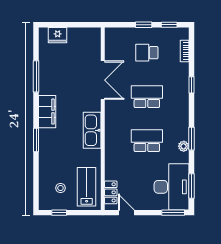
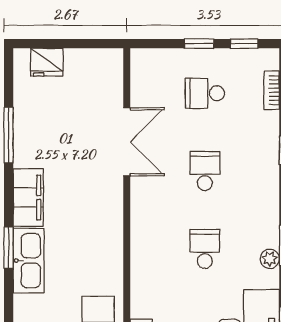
school desk: (147, 97) -> (205, 171), width x0.54
kitchen sink: (92, 130) -> (29, 261), moved, turned 180
school desk: (147, 141) -> (205, 249), width x0.54

